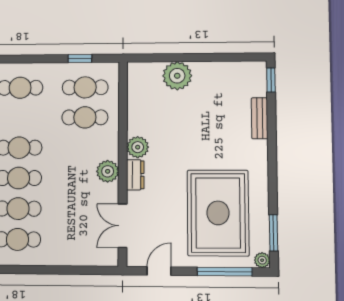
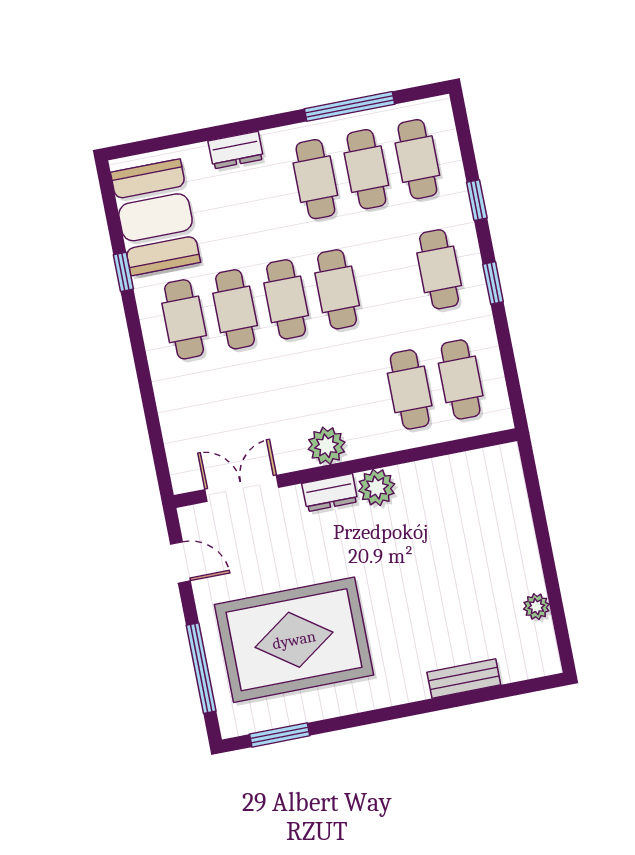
window: (80, 59) -> (493, 283), moved
plant: (177, 76) -> (536, 607), moved, width x0.53, depth x0.53
window: (271, 80) -> (532, 685), removed
plant: (262, 260) -> (232, 725), removed

